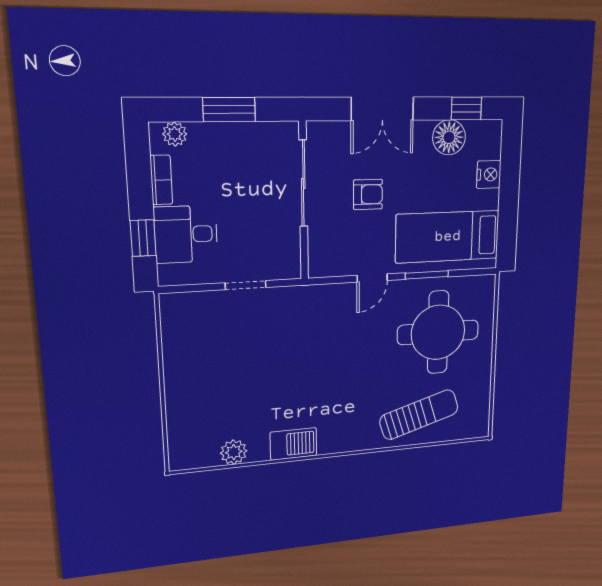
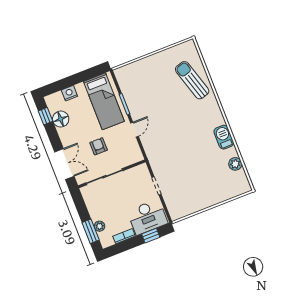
window: (229, 109) -> (91, 231), moved
double door: (382, 109) -> (64, 164), moved
plant: (175, 134) -> (100, 226), moved
desk: (186, 234) -> (147, 217), width x1.37
door: (372, 278) -> (134, 130), hinge flipped
round table: (438, 332) -> (149, 87), removed

